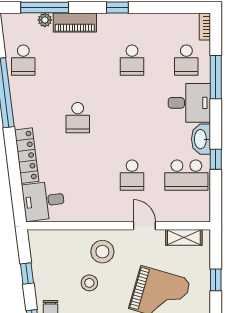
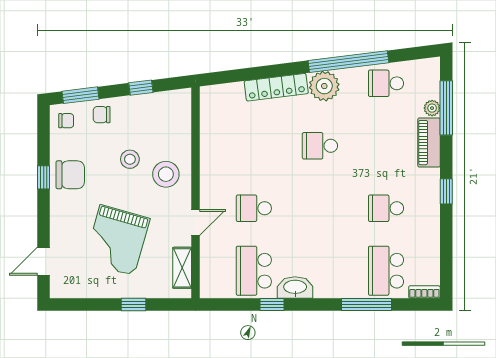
school desk: (186, 60) -> (386, 271), width x1.85
desk: (189, 103) -> (337, 274), removed
plant: (26, 114) -> (324, 86), added
desk: (44, 201) -> (224, 107), removed

